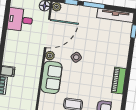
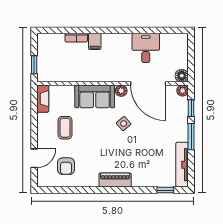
desk: (20, 20) -> (146, 48), moved
piano: (119, 81) -> (115, 180), moved

